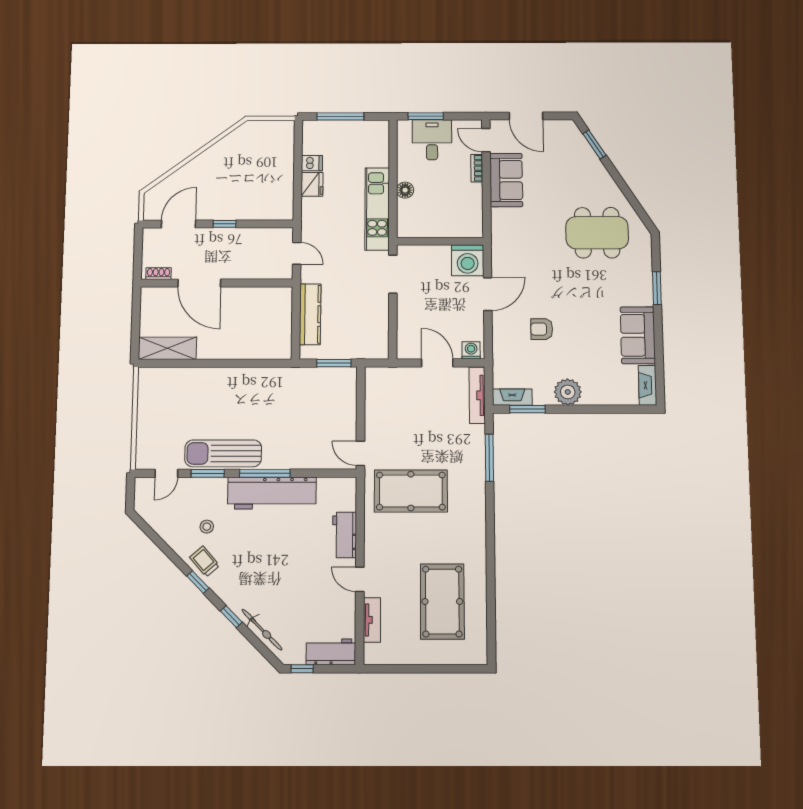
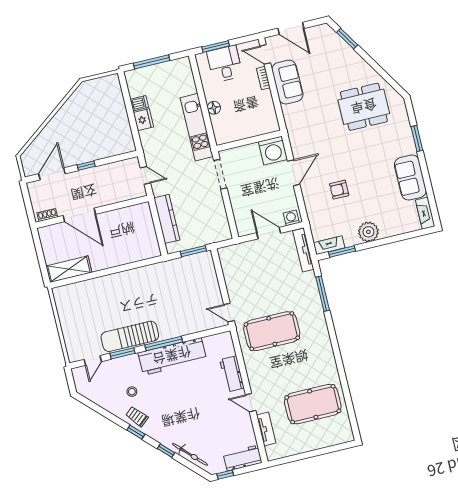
pool table: (442, 601) -> (313, 404), turned 90

